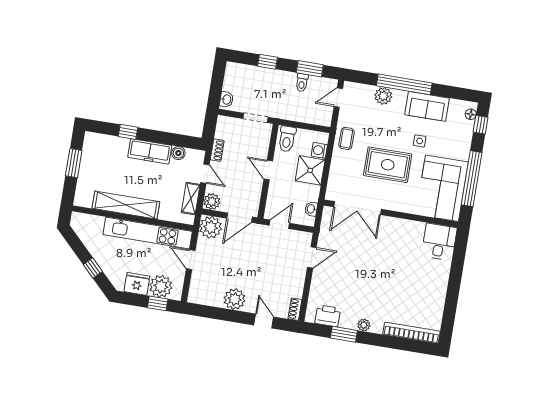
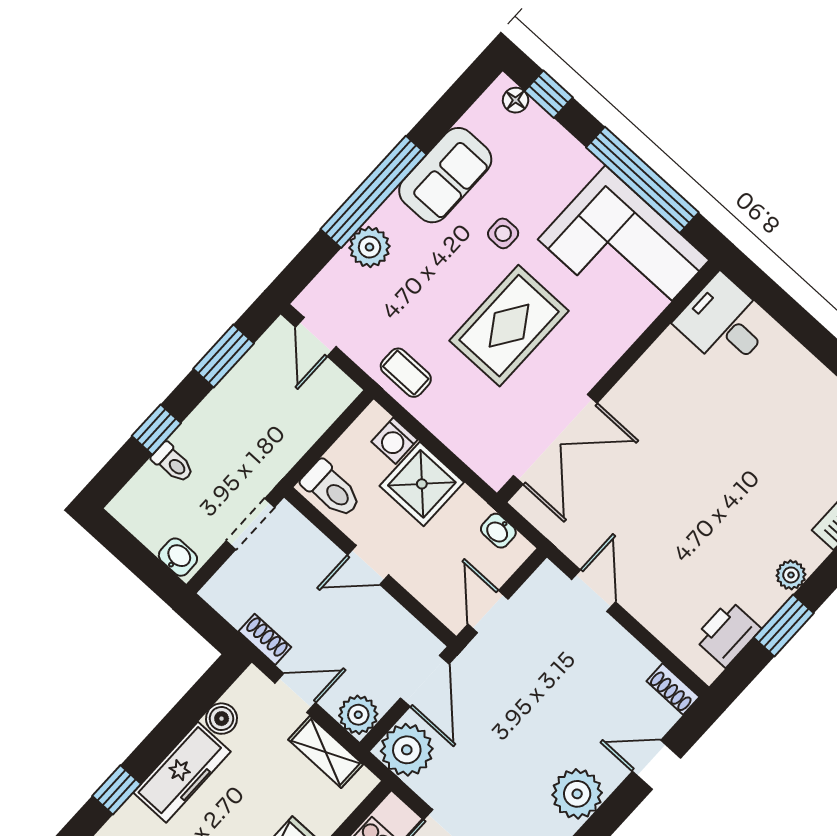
toilet: (302, 83) -> (173, 463), moved

